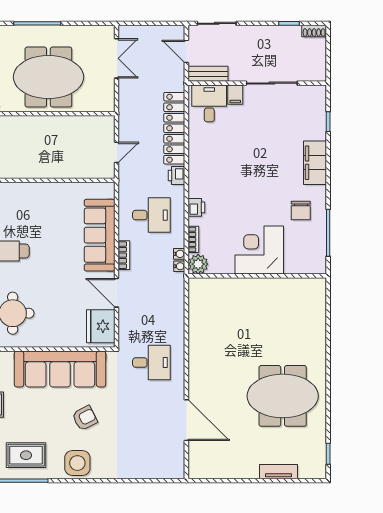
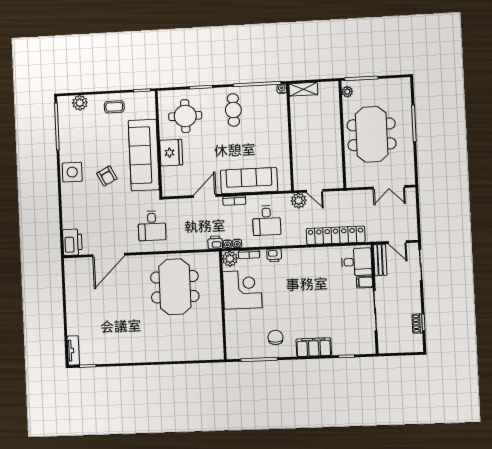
shoe rack: (314, 31) -> (417, 324), moved
door: (186, 51) -> (397, 242), swing flipped
plant: (128, 173) -> (299, 201), added
printer: (177, 175) -> (215, 242), moved
chair: (301, 211) -> (275, 337), turned 90
corner desk: (259, 250) -> (242, 290), moved
fridge: (101, 326) -> (171, 153), moved, turned 90
meeting table: (283, 396) -> (175, 287), moved
rug: (26, 455) -> (76, 132), removed
printer: (168, 467) -> (72, 242), added
tv unit: (279, 472) -> (73, 350), moved

